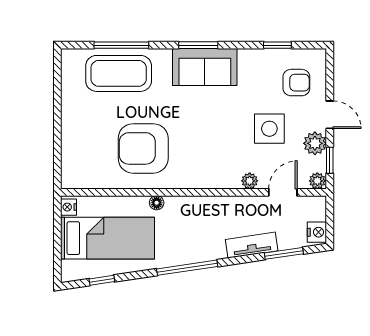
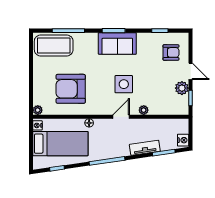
coffee table: (119, 73) -> (54, 45), moved
side table: (269, 129) -> (124, 84), moved
armchair: (143, 148) -> (71, 89), moved
plant: (317, 181) -> (38, 110), moved
door: (283, 192) -> (121, 117), moved

